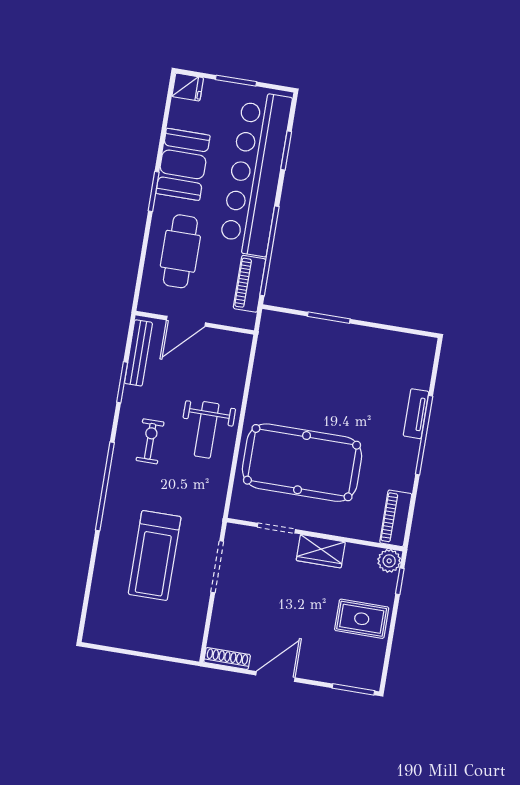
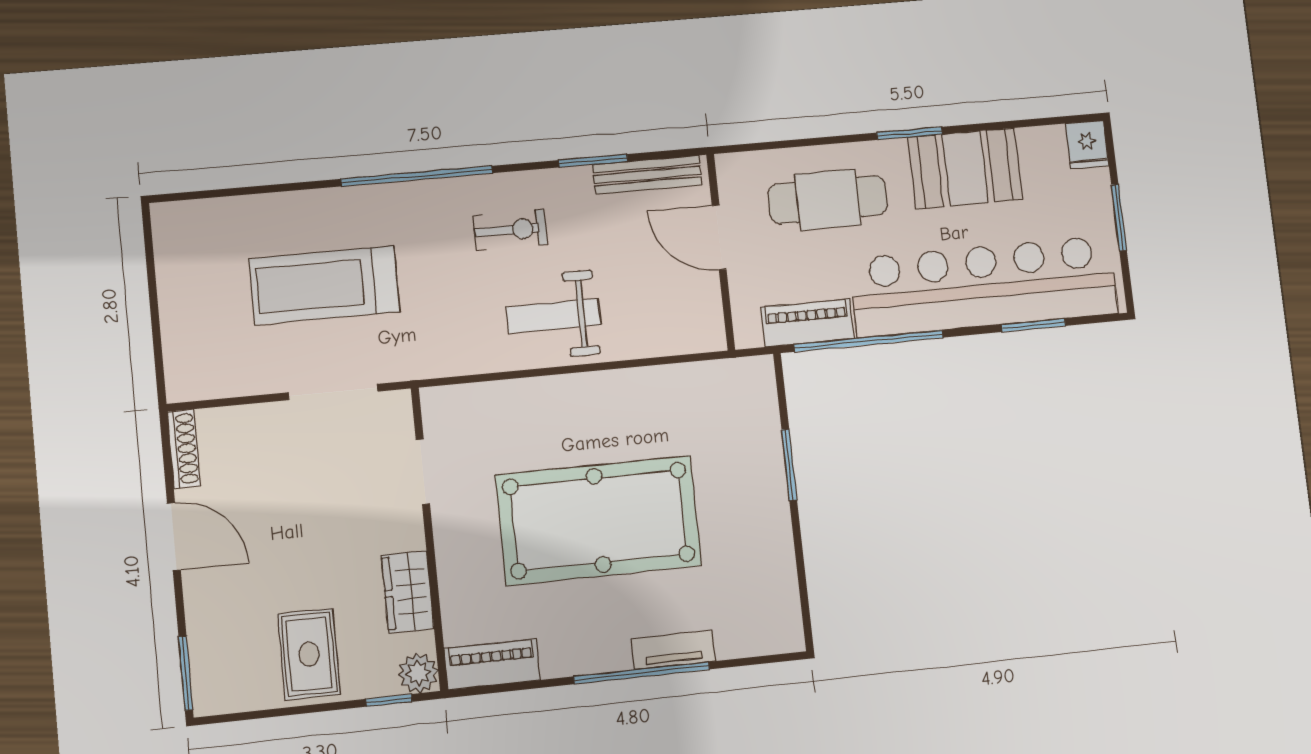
pool table: (302, 463) -> (599, 520), moved, turned 90
wardrobe: (321, 551) -> (408, 592), moved

